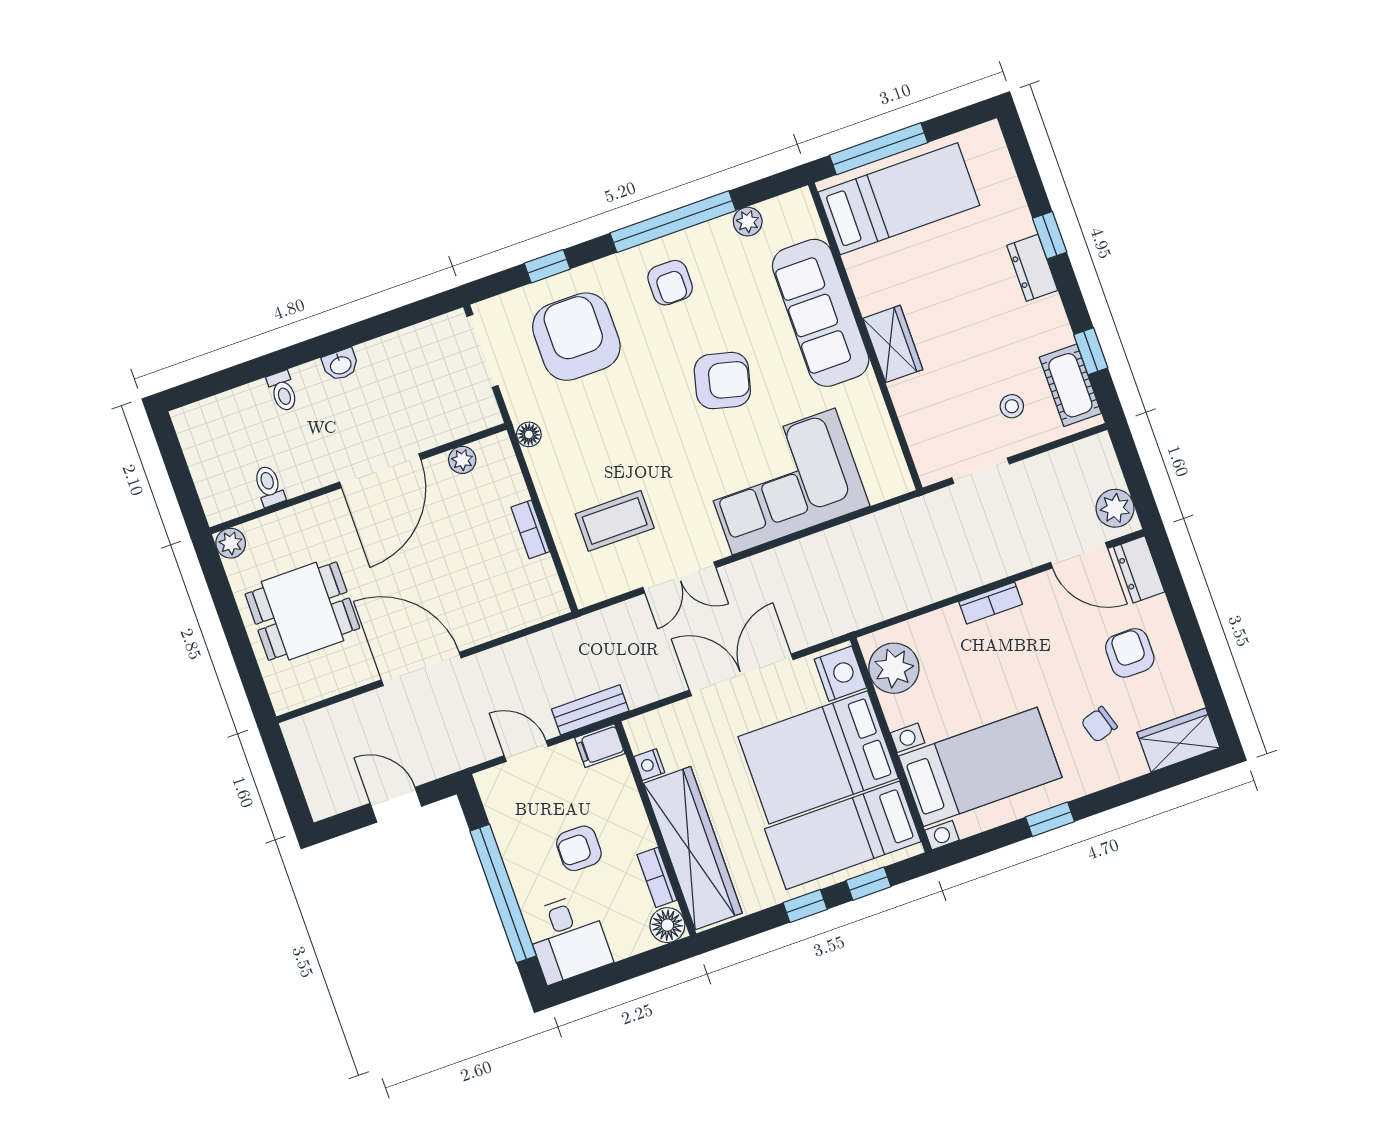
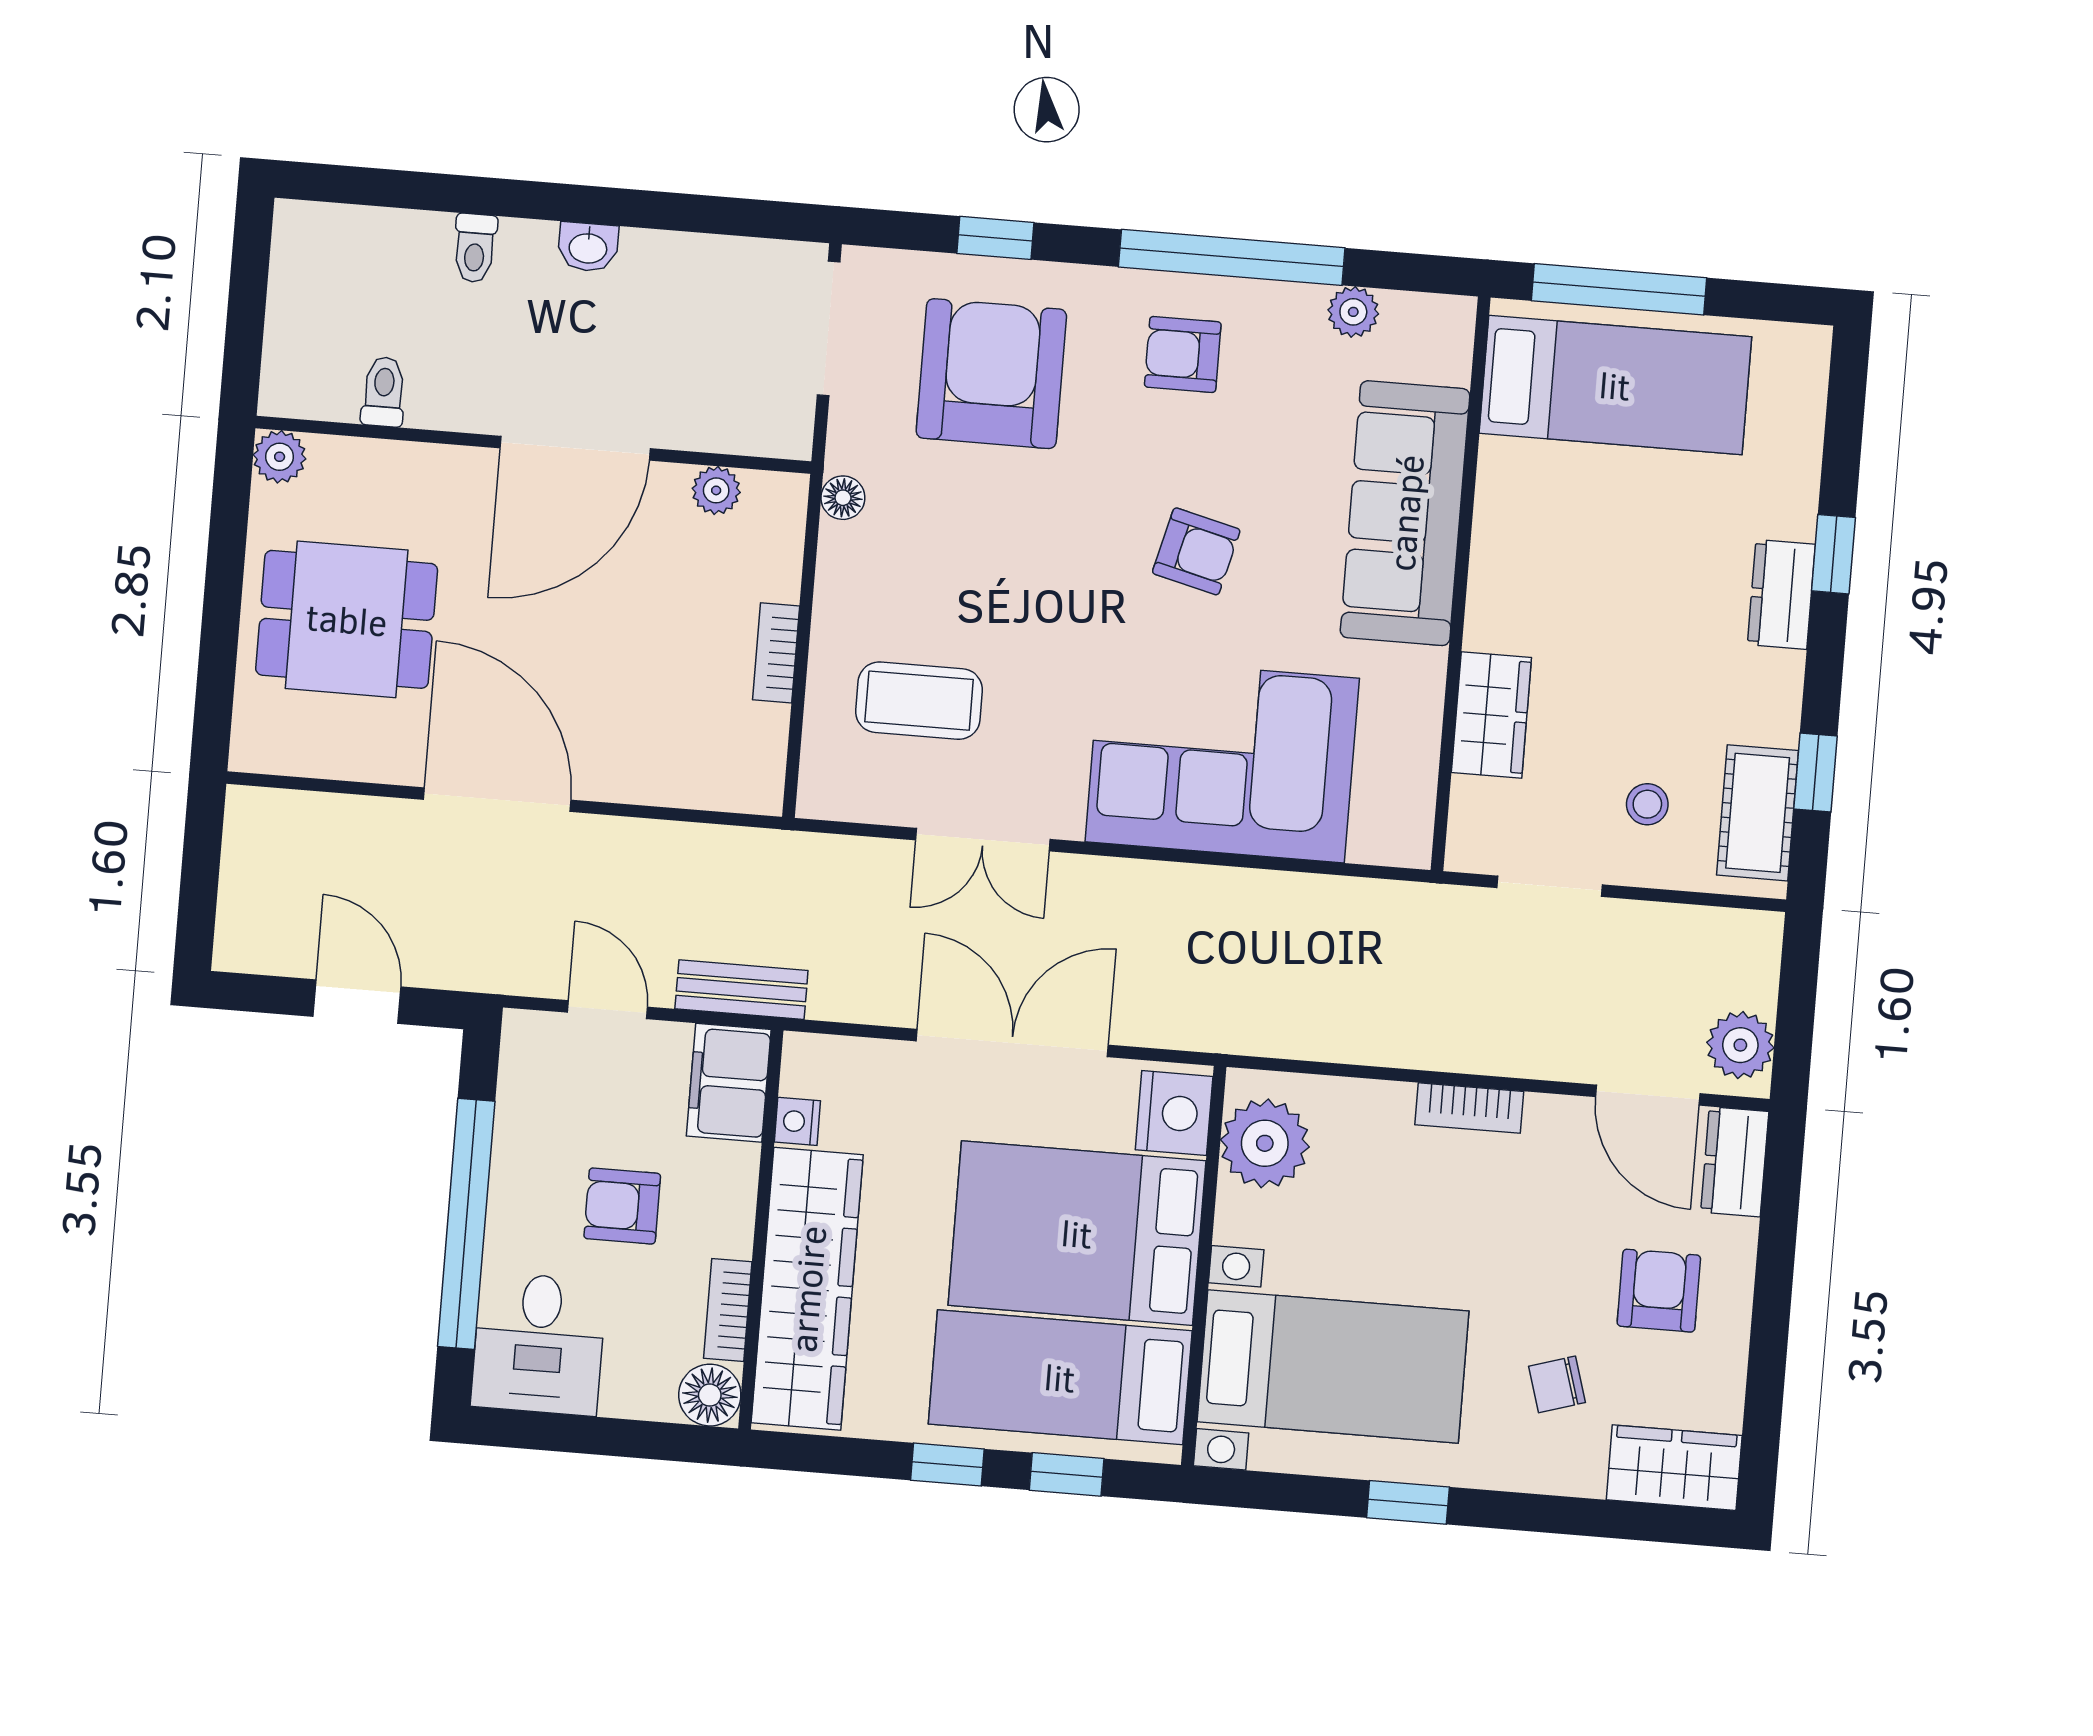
armchair: (670, 283) -> (1183, 354), turned 90
wardrobe: (893, 344) -> (1491, 715), moved
armchair: (722, 381) -> (1196, 551), width x0.72, depth x0.72
filing cabinet: (600, 746) -> (729, 1083), width x2.00

